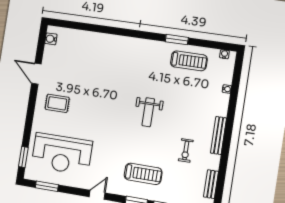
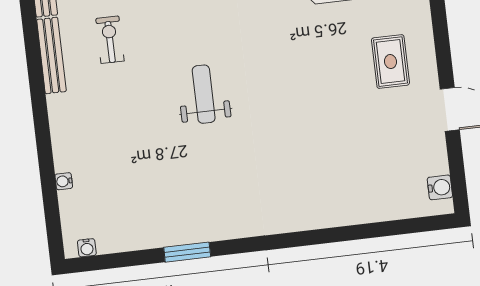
treadmill: (189, 61) -> (152, 216), removed
rug: (57, 103) -> (390, 62), turned 90
bench: (218, 135) -> (51, 55), moved

